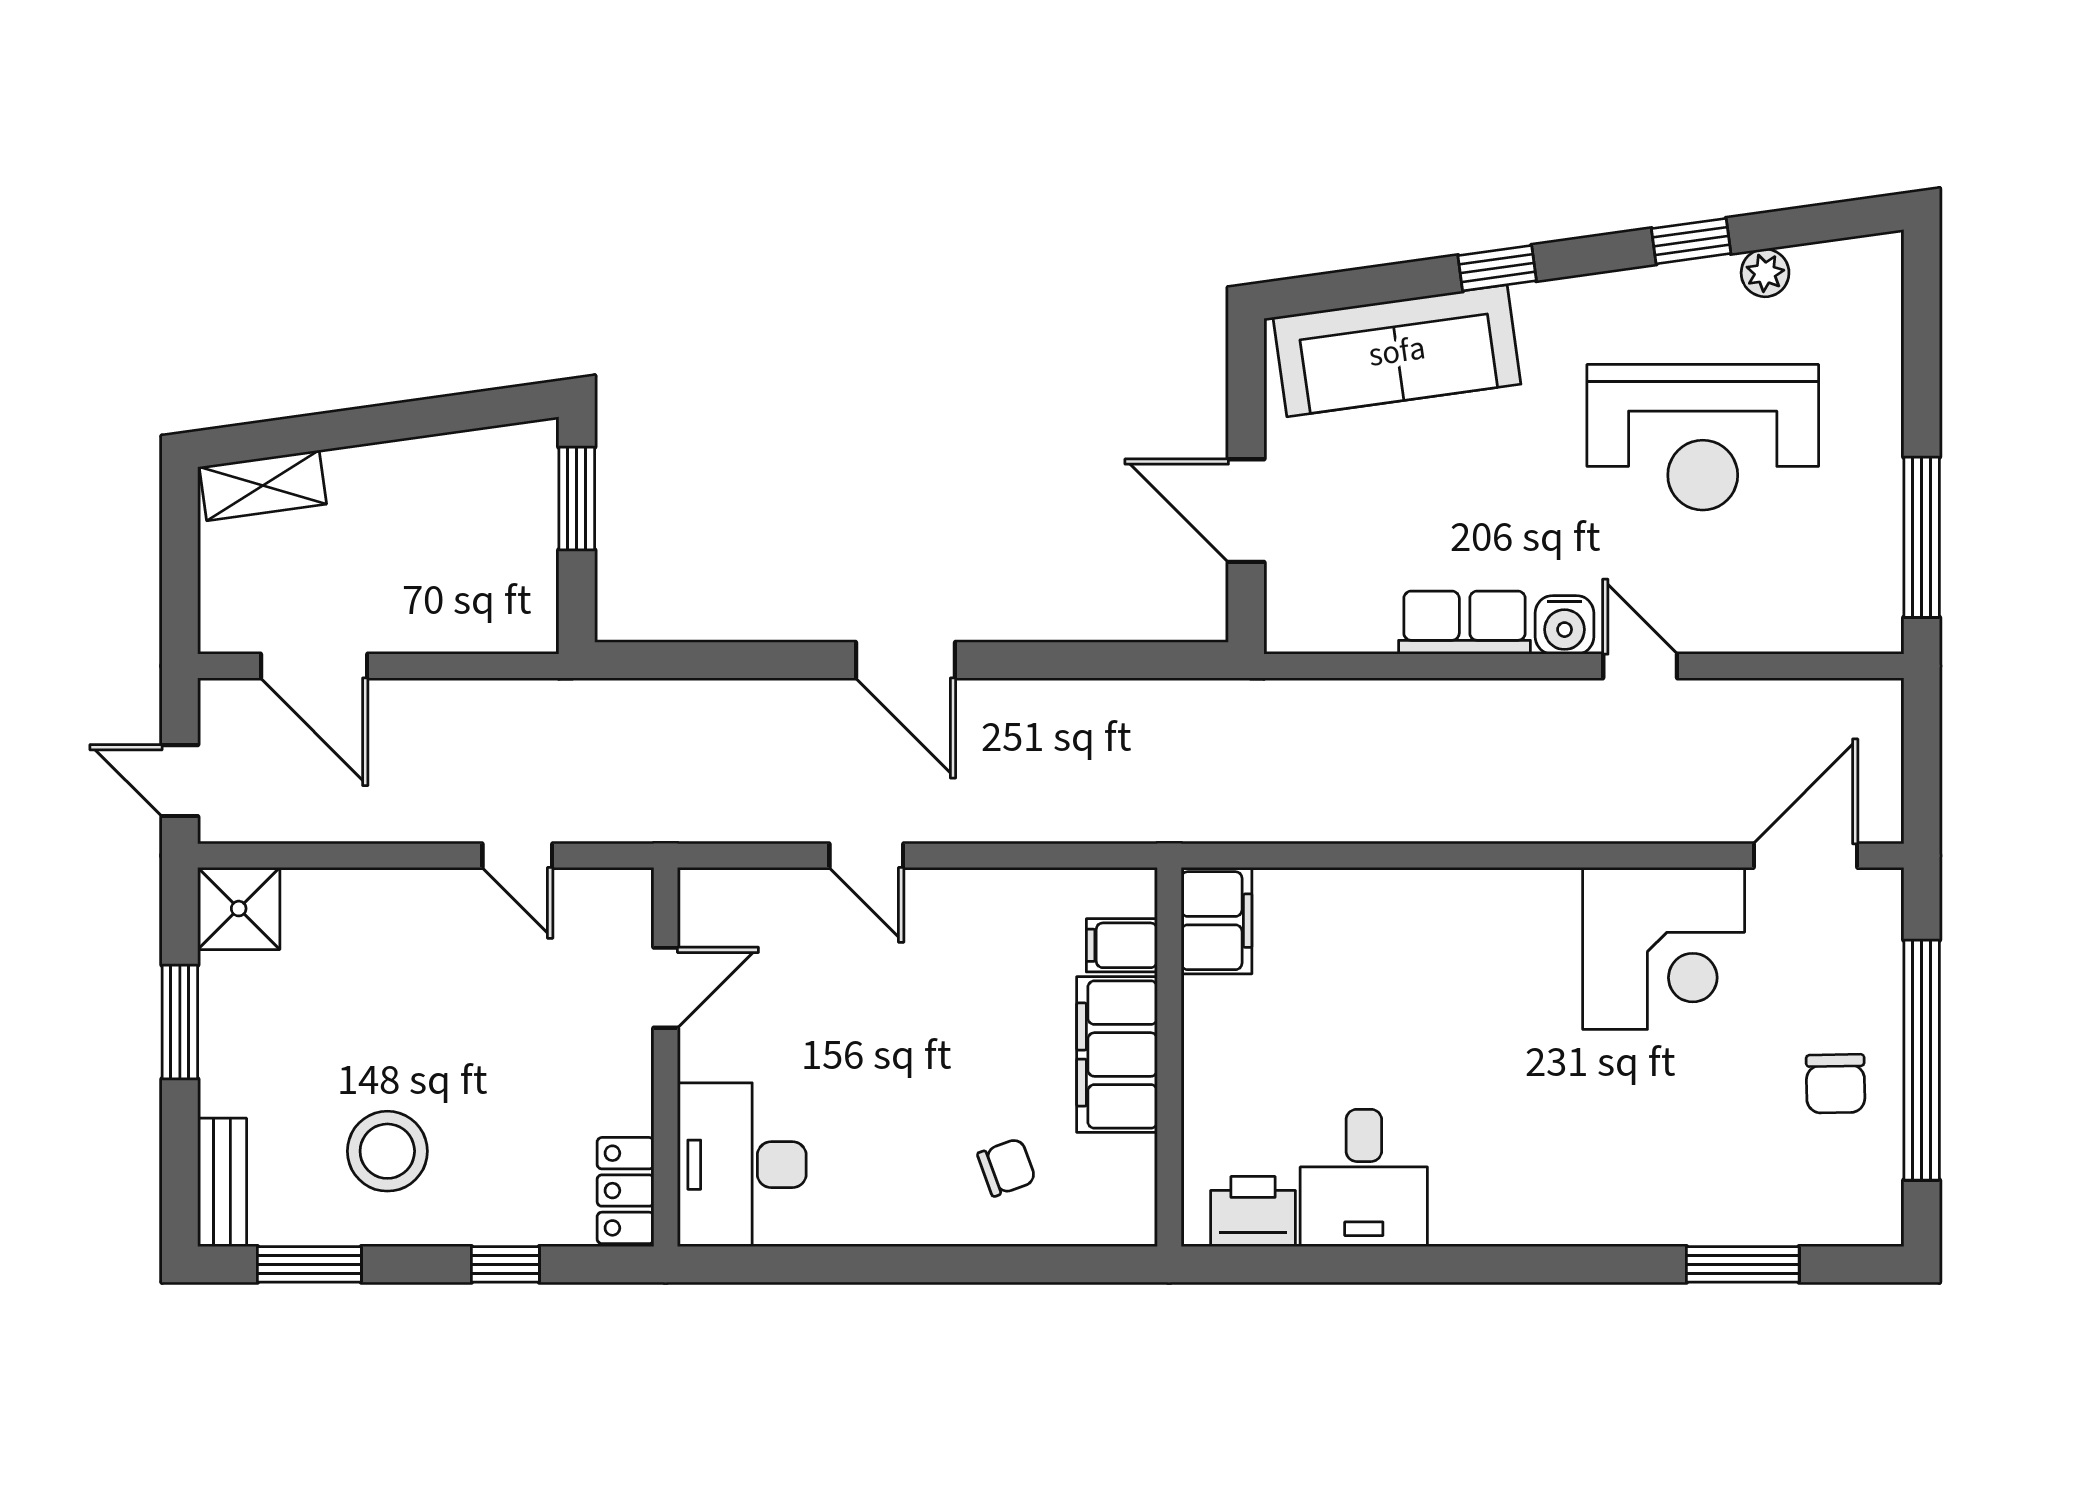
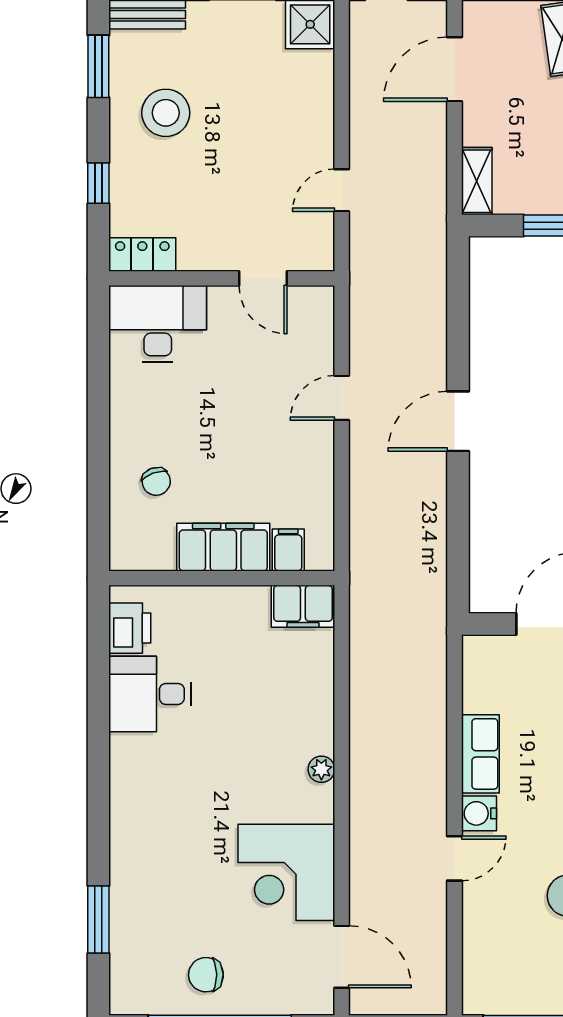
shelving: (502, 629) -> (477, 181), added
plant: (1490, 890) -> (321, 769), added

